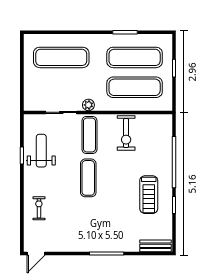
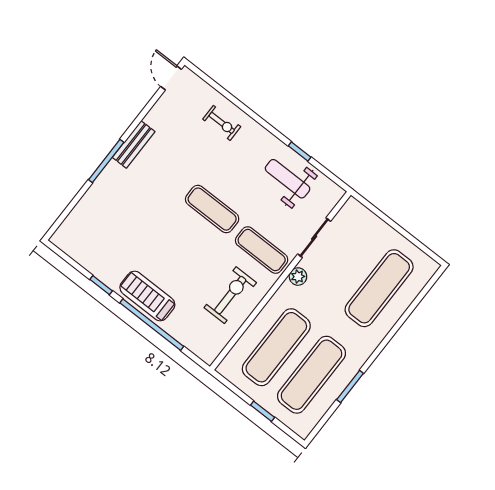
exercise bike: (126, 133) -> (230, 295), turned 90
weight bench: (41, 151) -> (288, 179), turned 180
treadmill: (149, 195) -> (147, 296), moved
bench: (156, 246) -> (134, 144), moved

